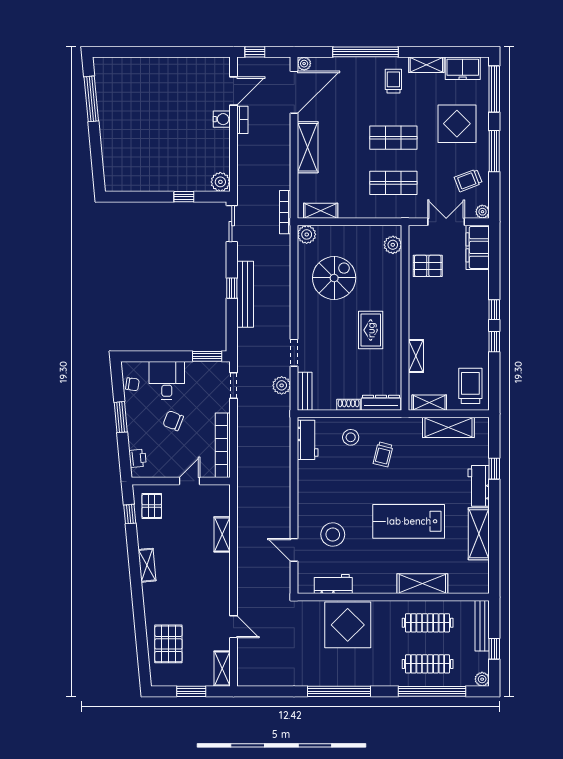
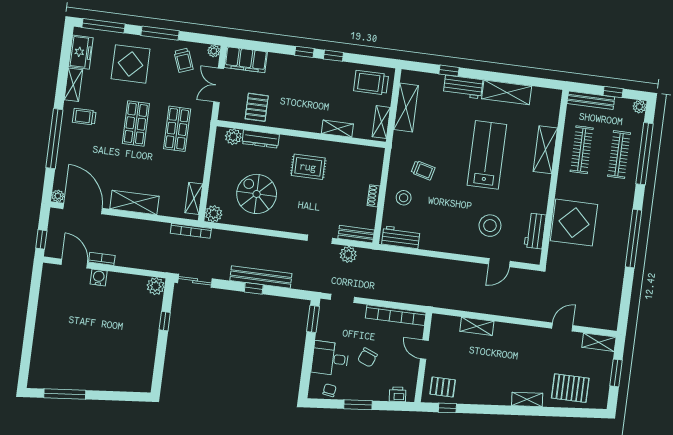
dresser: (381, 403) -> (261, 139), moved, turned -90
lab bench: (409, 521) -> (487, 155), turned 180
shelving: (147, 565) -> (527, 399), moved

